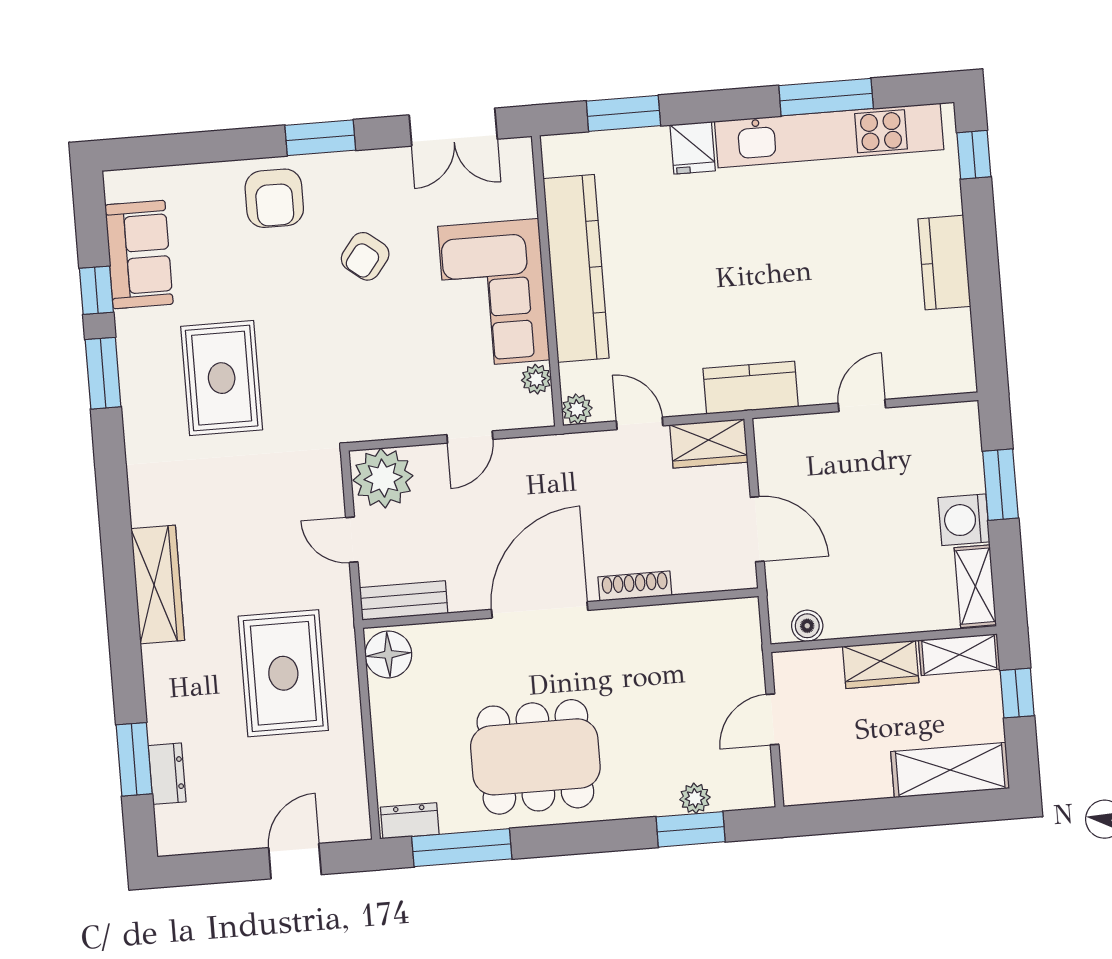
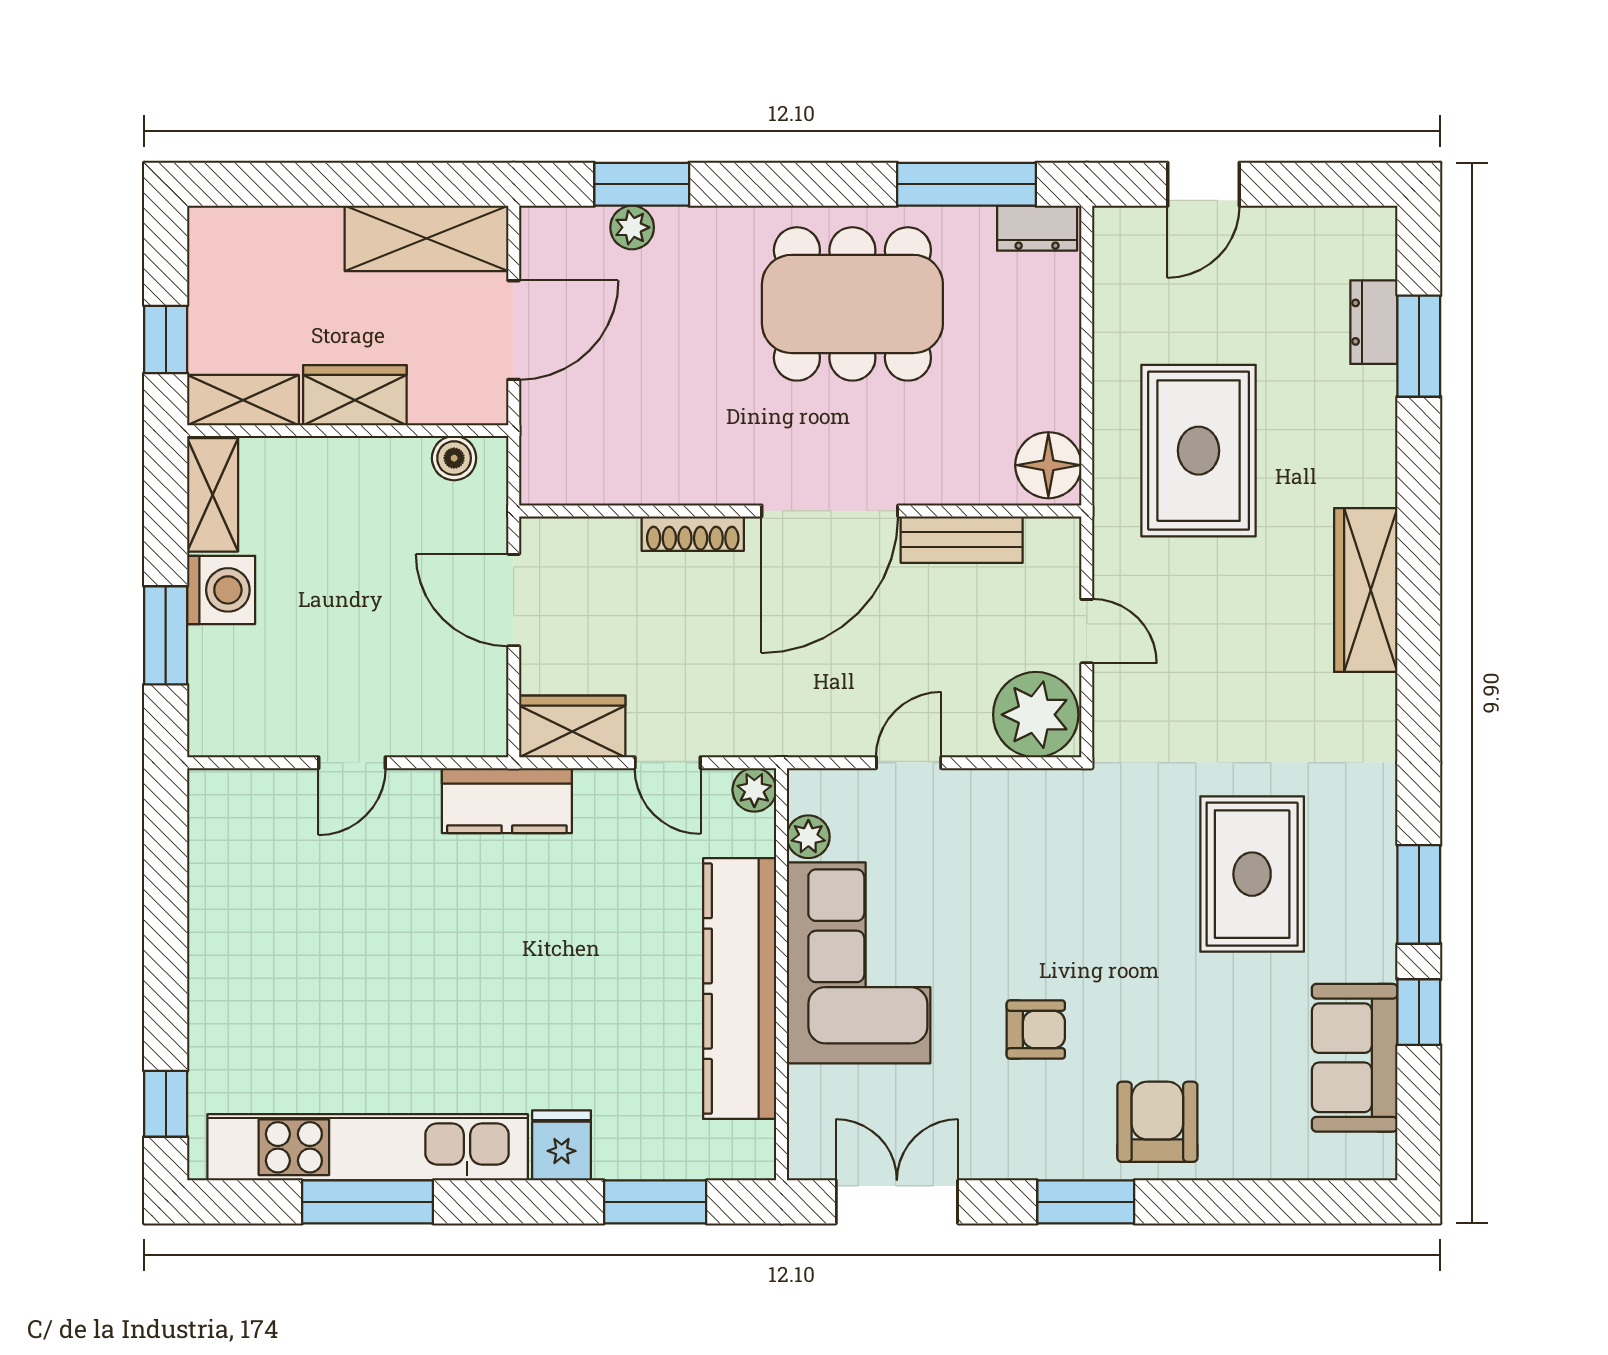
armchair: (365, 256) -> (1036, 1029), turned 52
kitchen counter: (944, 263) -> (219, 955), removed
bench: (404, 600) -> (962, 540), moved
door: (772, 719) -> (514, 330), width x1.38
shelving: (950, 770) -> (427, 238), moved

